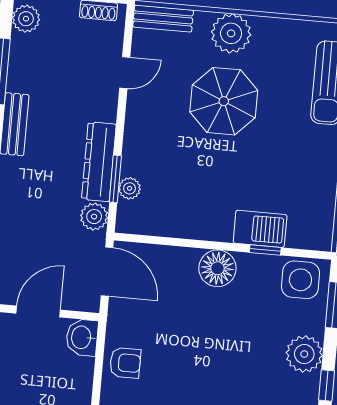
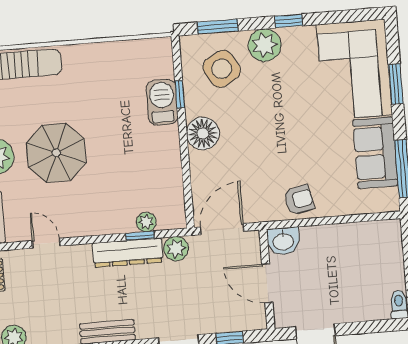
window: (115, 179) -> (140, 236), width x0.67
side table: (300, 280) -> (222, 69), moved, turned -30
armchair: (125, 363) -> (299, 200), turned 78

